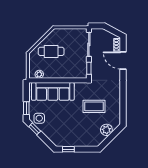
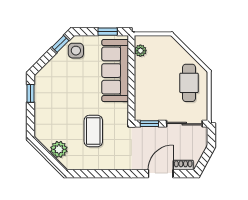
cafe table: (51, 51) -> (189, 83), moved
window: (26, 108) -> (108, 32), moved

